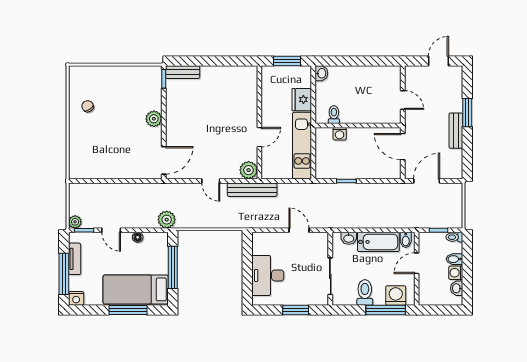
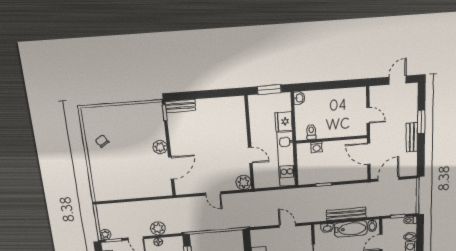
door: (259, 137) -> (250, 155), hinge flipped
door: (164, 160) -> (171, 168), moved
bench: (252, 190) -> (346, 214), moved
plant: (167, 220) -> (158, 228), moved

